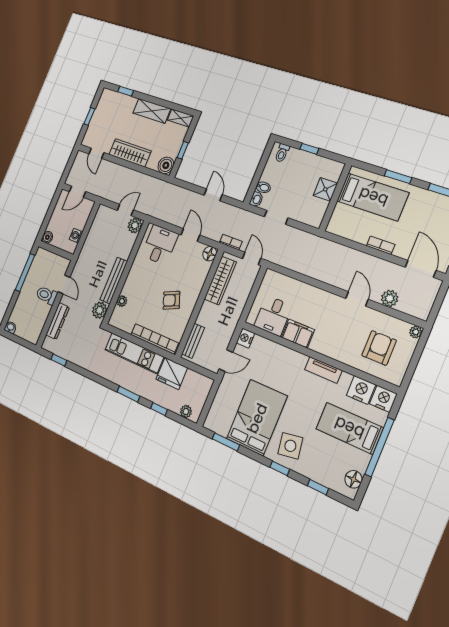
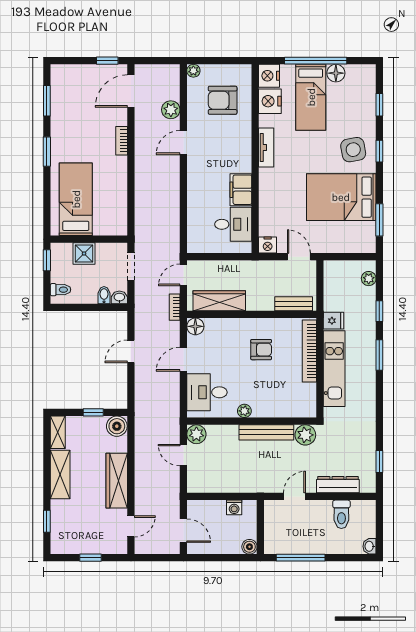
shower: (325, 189) -> (84, 254), moved
wall: (335, 197) -> (89, 239), moved
bed: (373, 197) -> (76, 199), moved
toilet: (47, 295) -> (341, 514), moved
armchair: (171, 300) -> (261, 350), turned -67
plant: (122, 301) -> (244, 411), moved
fridge: (172, 373) -> (334, 321), width x0.53, depth x0.75
floor lamp: (353, 479) -> (336, 73), moved

